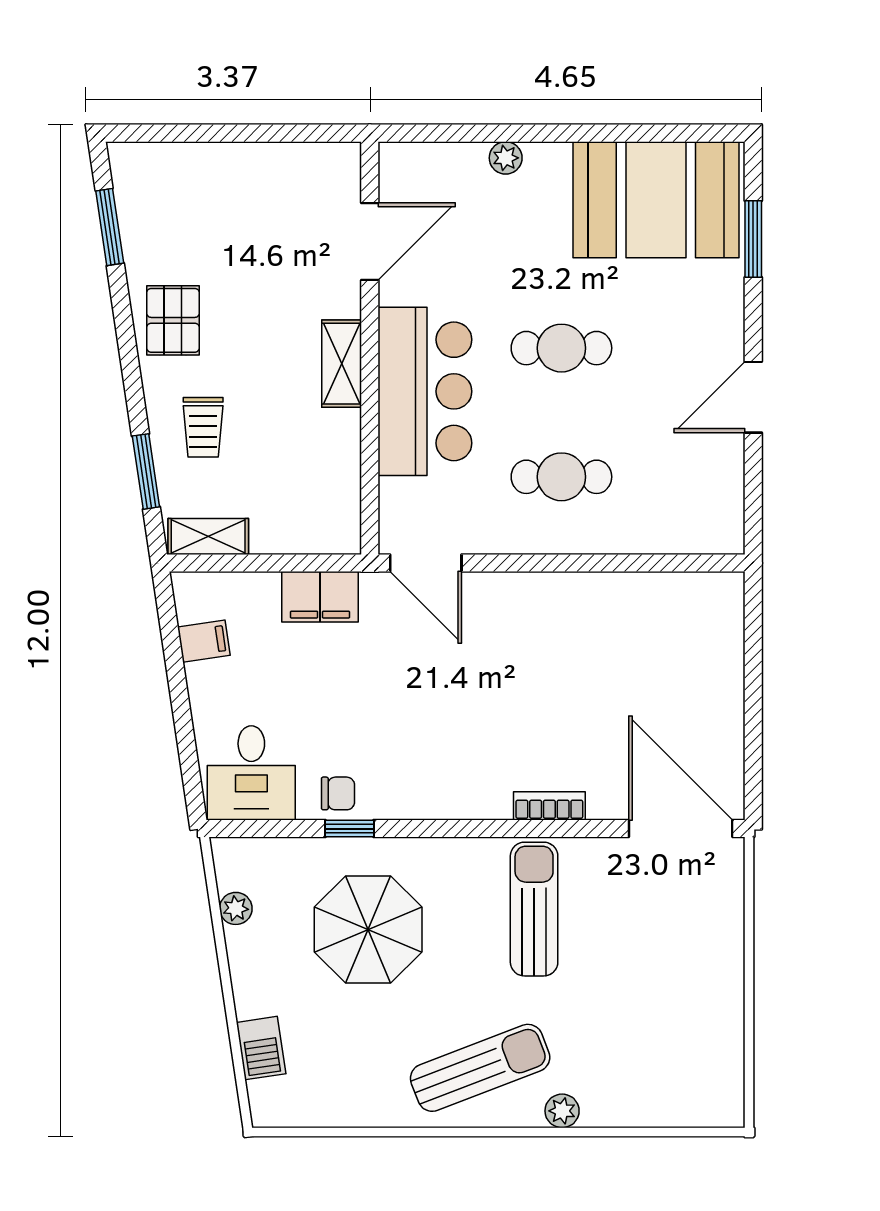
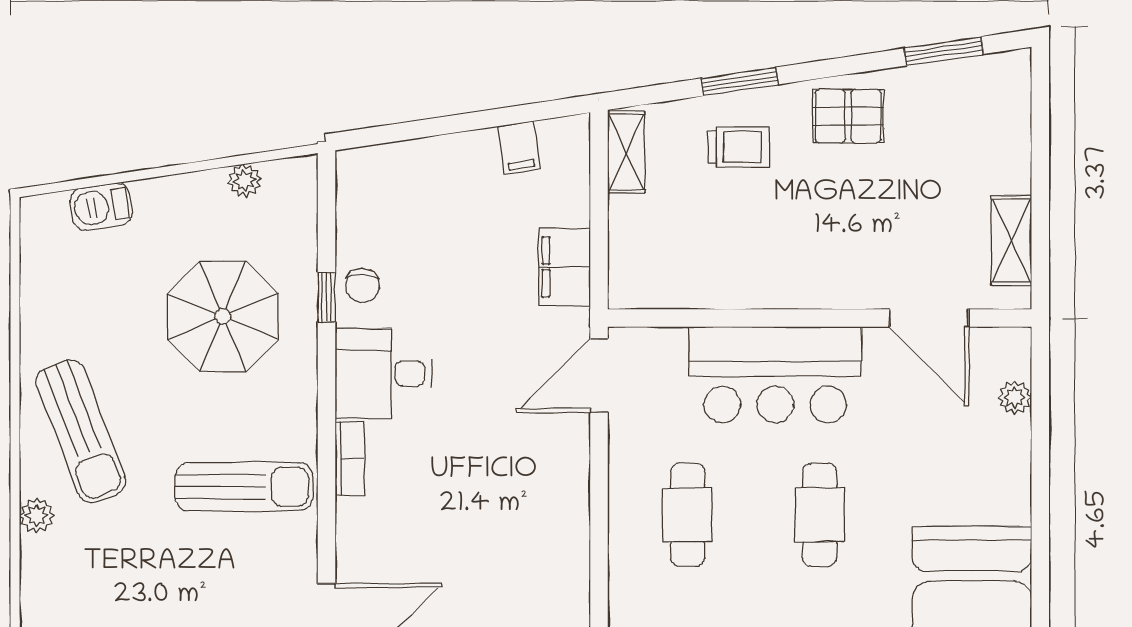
plant: (506, 158) -> (1015, 397), moved
shelving: (342, 364) -> (1011, 241), moved, turned 90
trolley: (203, 427) -> (738, 147), turned 180
window: (146, 471) -> (740, 81), moved
desk: (251, 773) -> (384, 374), moved
bookcase: (549, 806) -> (350, 459), moved

